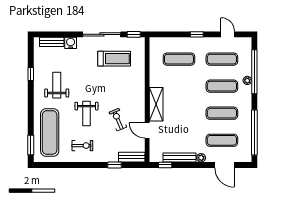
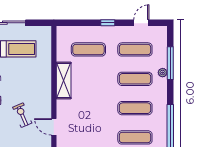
window: (134, 34) -> (39, 23), removed
door: (228, 34) -> (141, 23), hinge flipped
window: (254, 72) -> (170, 63), width x0.68
shelving: (156, 104) -> (64, 80), moved

